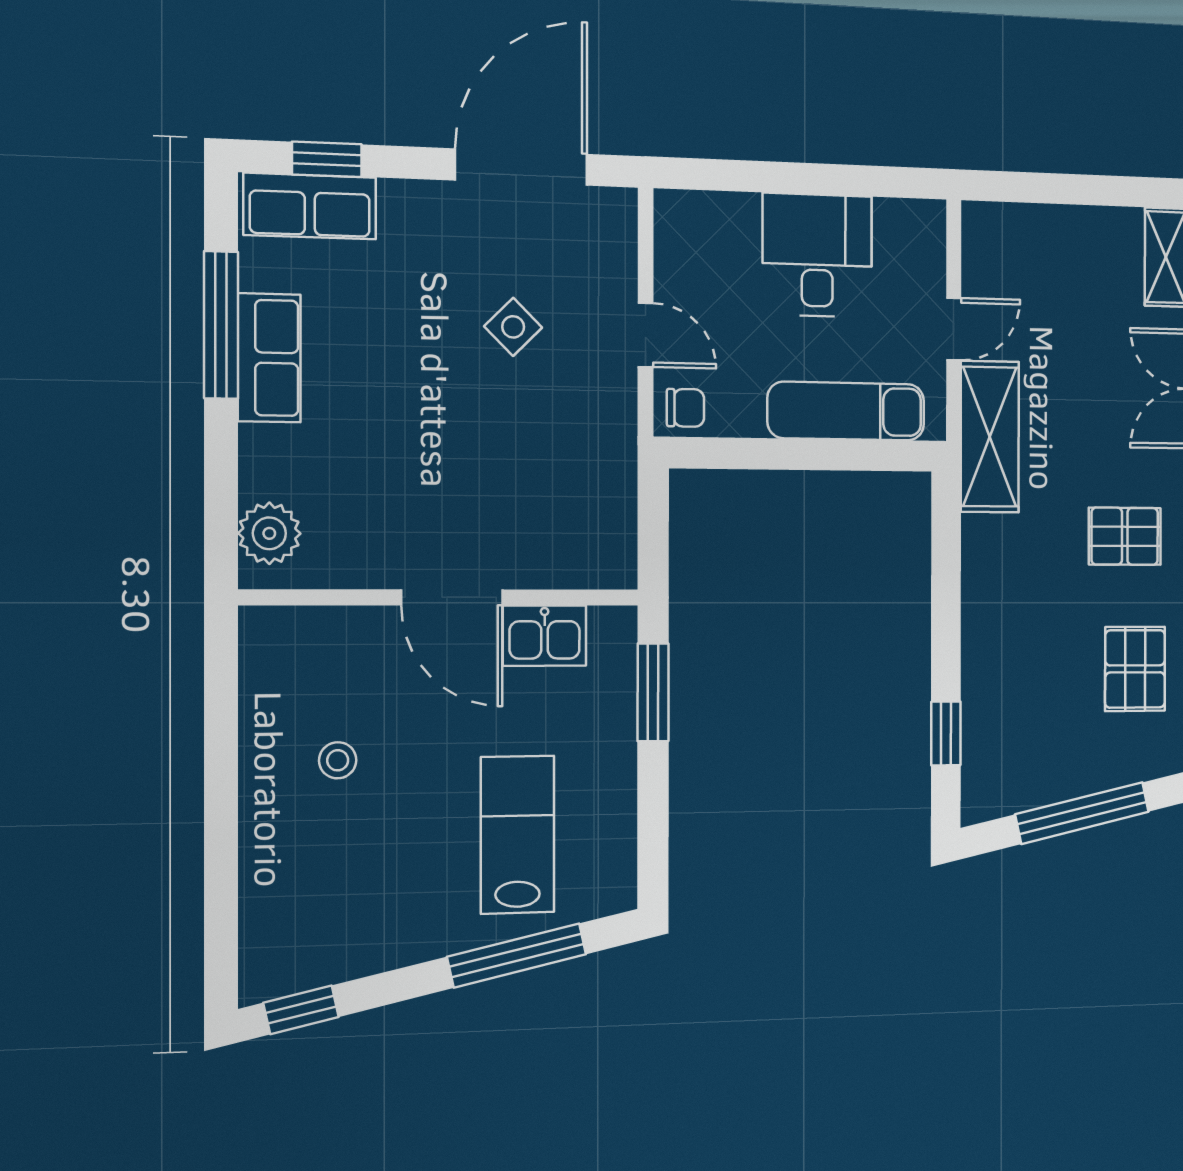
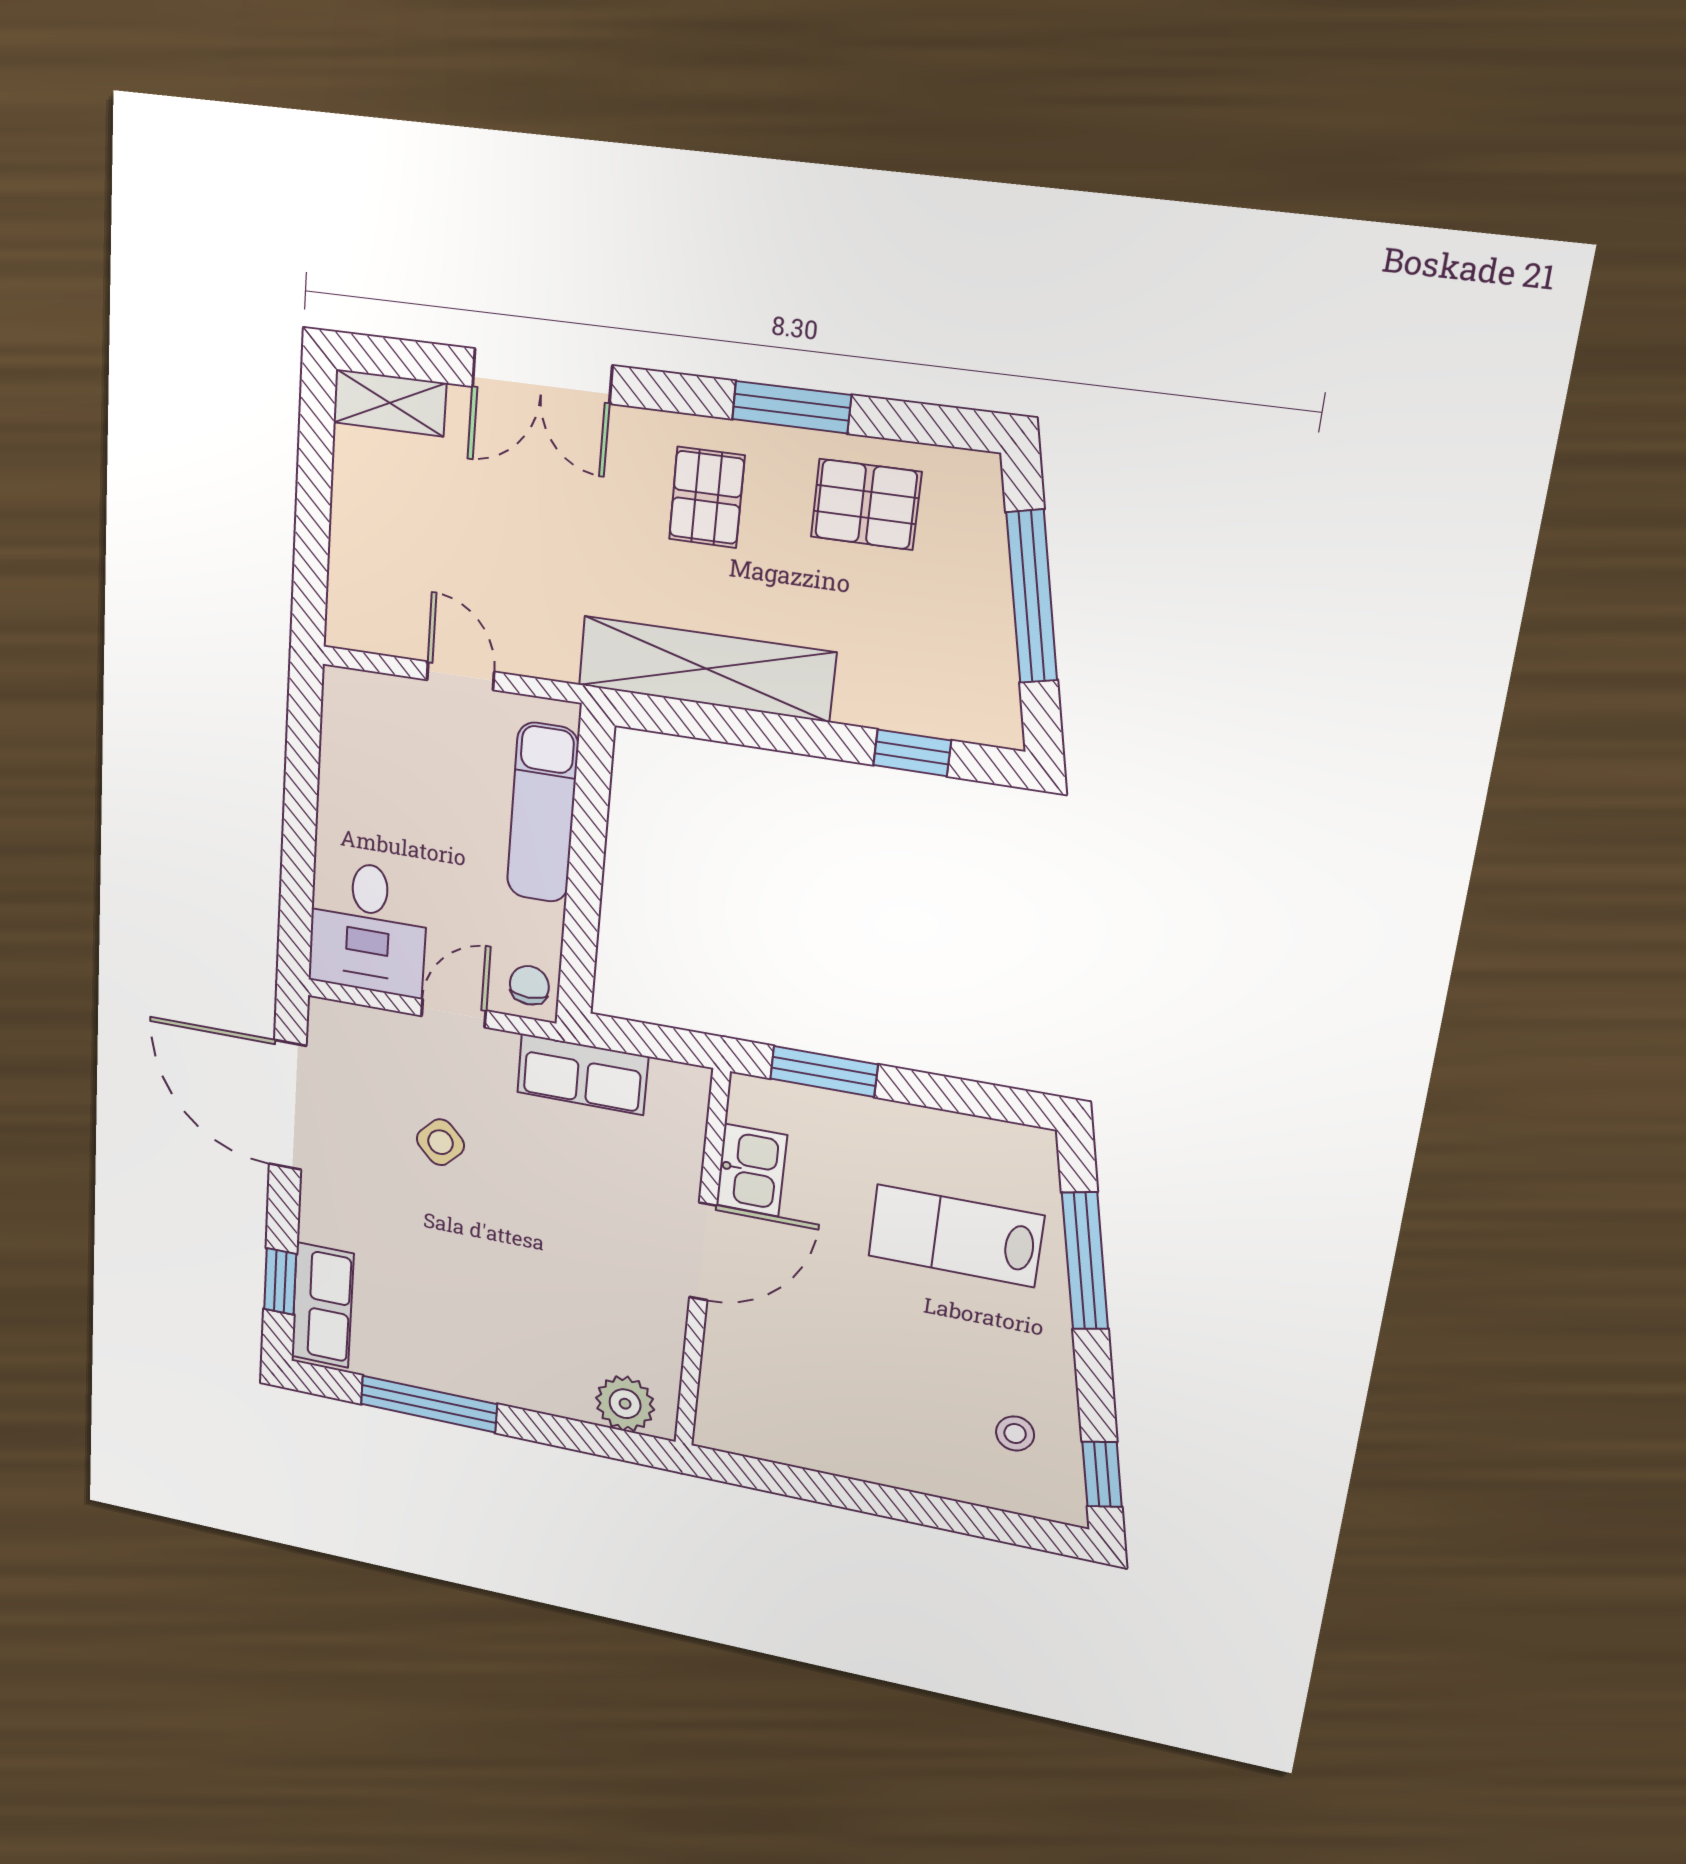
desk: (817, 255) -> (368, 928), moved, turned -90
row of seats: (269, 358) -> (583, 1074), moved, turned 180
shelving: (990, 437) -> (706, 669), moved, width x1.47
stool: (338, 760) -> (1015, 1433), moved

